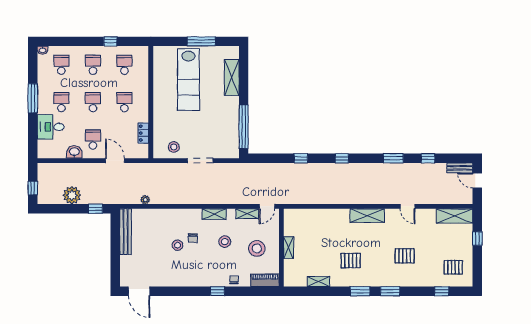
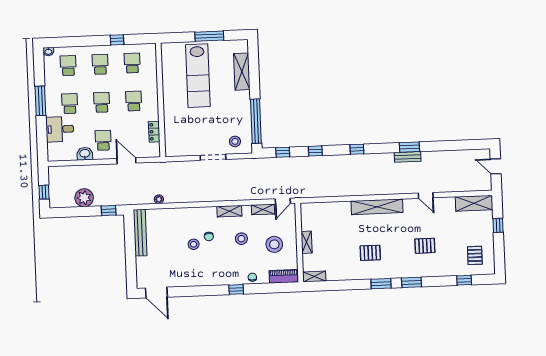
stool: (174, 147) -> (235, 141), moved
window: (428, 158) -> (283, 152), moved
bench: (460, 168) -> (408, 157), moved
shelving: (367, 216) -> (377, 207), width x1.47
pallet: (453, 267) -> (475, 255), turned 90
shelving: (318, 282) -> (314, 276), moved

